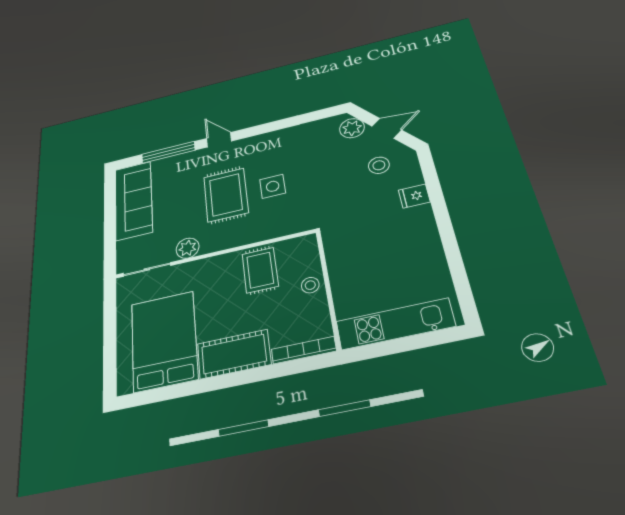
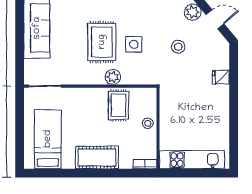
stool: (379, 165) -> (178, 47), moved
plant: (188, 248) -> (113, 77), moved
bed: (164, 341) -> (48, 139), width x0.67
bookcase: (304, 350) -> (145, 164), width x0.64

